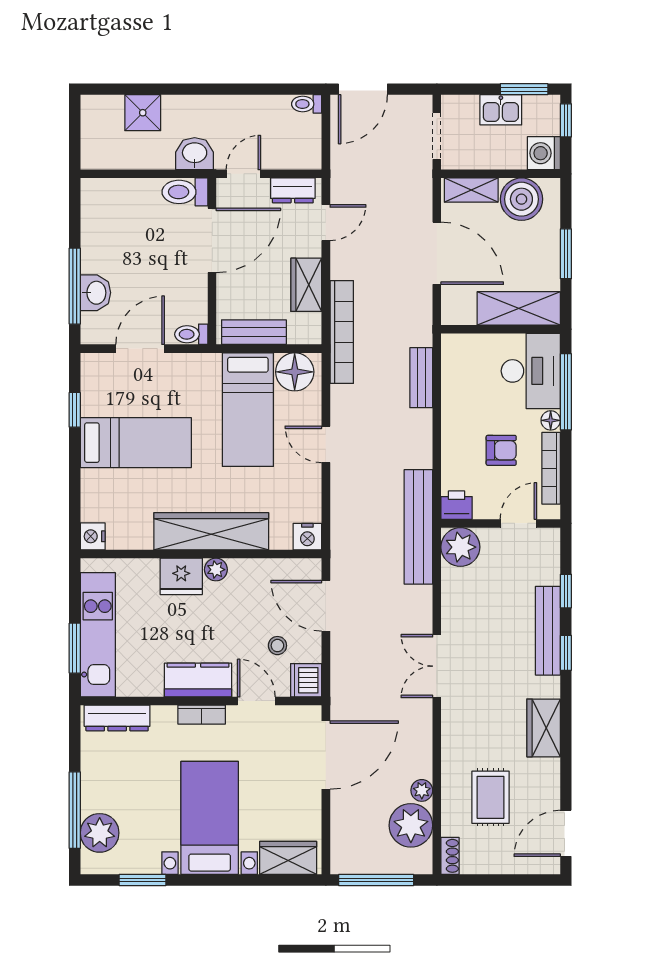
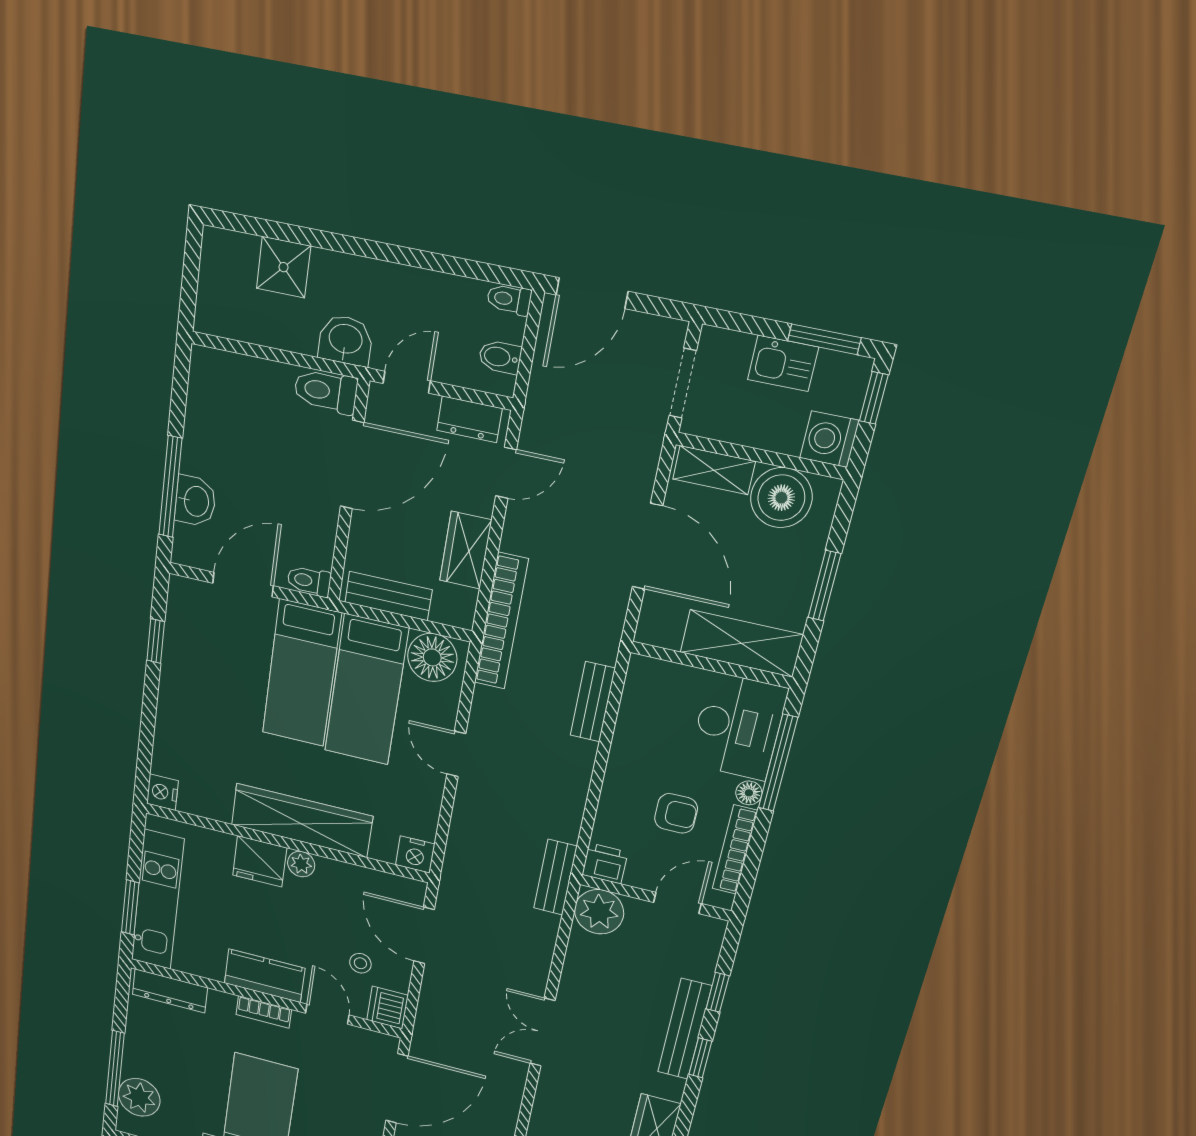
bidet: (307, 144) -> (500, 357), added
bed: (136, 443) -> (302, 673), moved, turned 90
bench: (418, 527) -> (555, 877), width x0.54, depth x0.82

